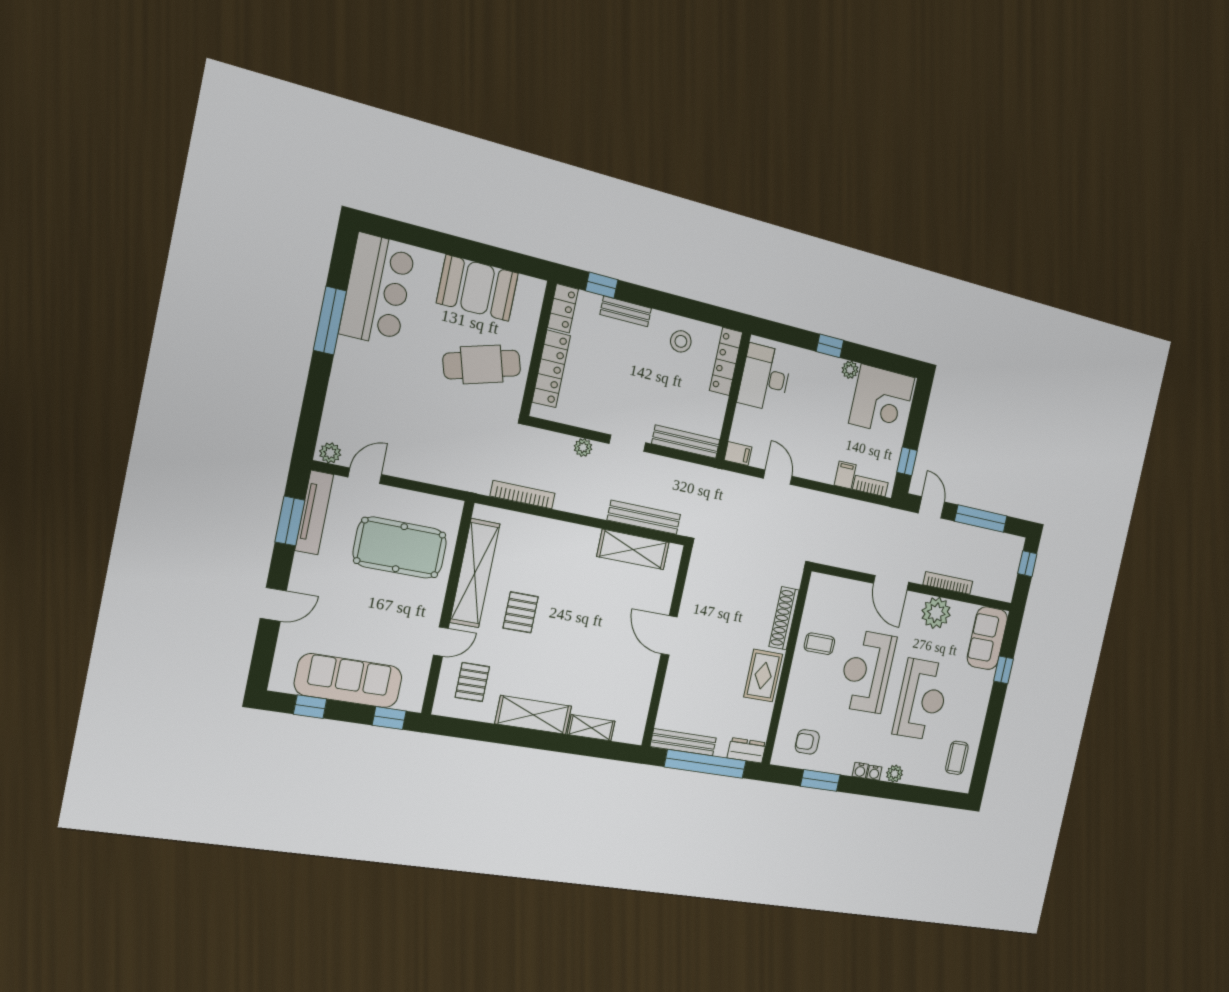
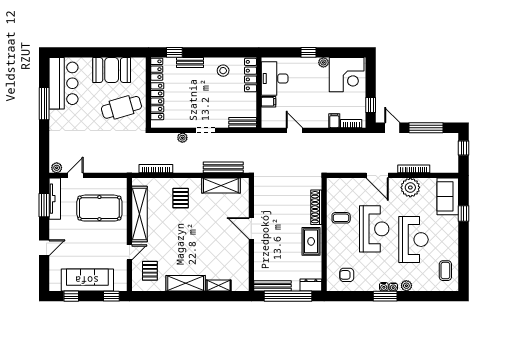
bench: (686, 442) -> (243, 123), width x0.73
filing cabinet: (738, 454) -> (268, 102), moved
pallet: (521, 612) -> (181, 198), moved
reception desk: (867, 672) -> (374, 229), turned 180
window: (820, 780) -> (385, 296), moved

